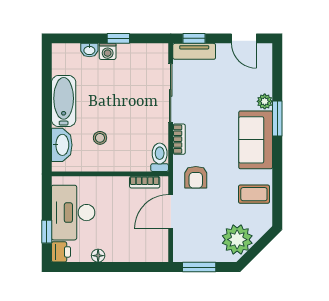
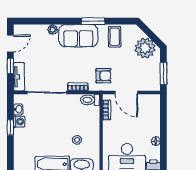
window: (194, 38) -> (10, 66), moved
washbasin: (89, 50) -> (18, 109), moved
washing machine: (108, 51) -> (19, 122), moved
window: (277, 118) -> (93, 21), moved

